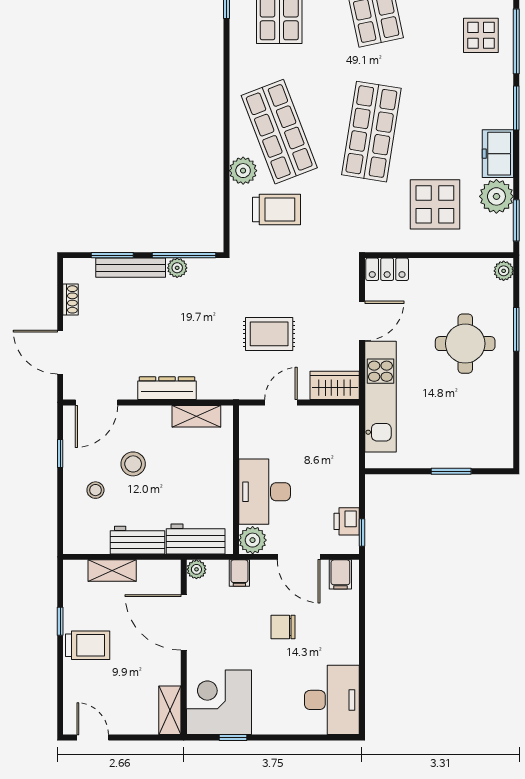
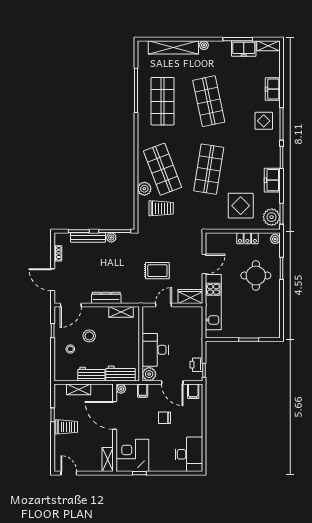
plant: (496, 196) -> (272, 217), moved
locker: (387, 269) -> (247, 238), moved

